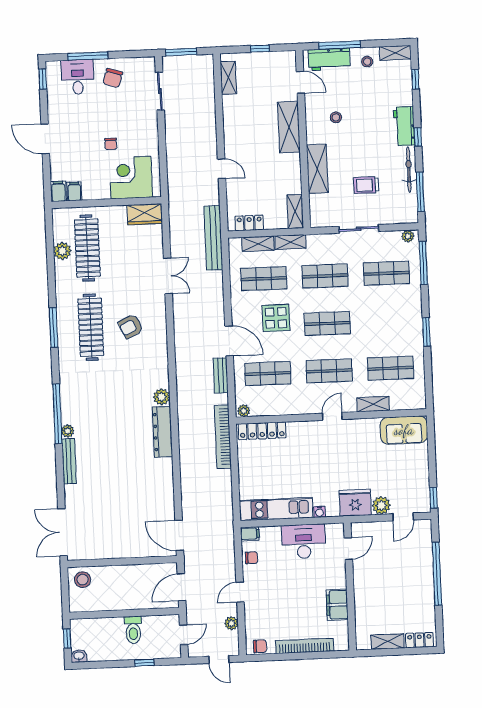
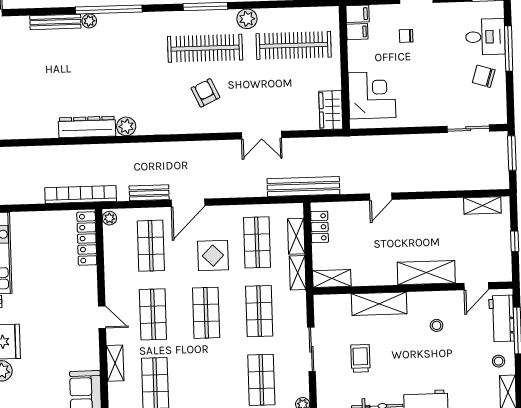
chair: (111, 144) -> (406, 36), moved
plant: (62, 251) -> (247, 19), moved

